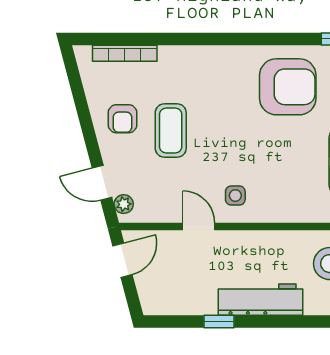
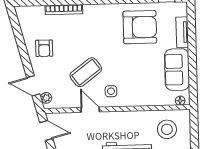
bookcase: (125, 53) -> (64, 10), moved
coffee table: (171, 131) -> (86, 72), moved, turned 53
door: (122, 260) -> (46, 131), hinge flipped

